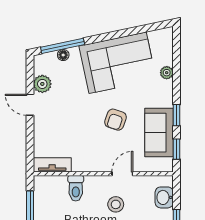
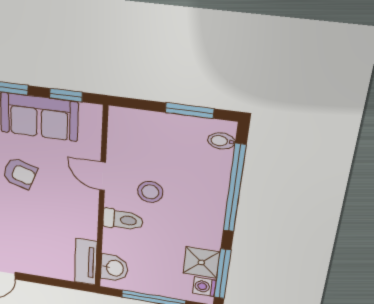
toilet: (76, 188) -> (123, 220), moved
washbasin: (164, 197) -> (114, 268), moved, turned -90

